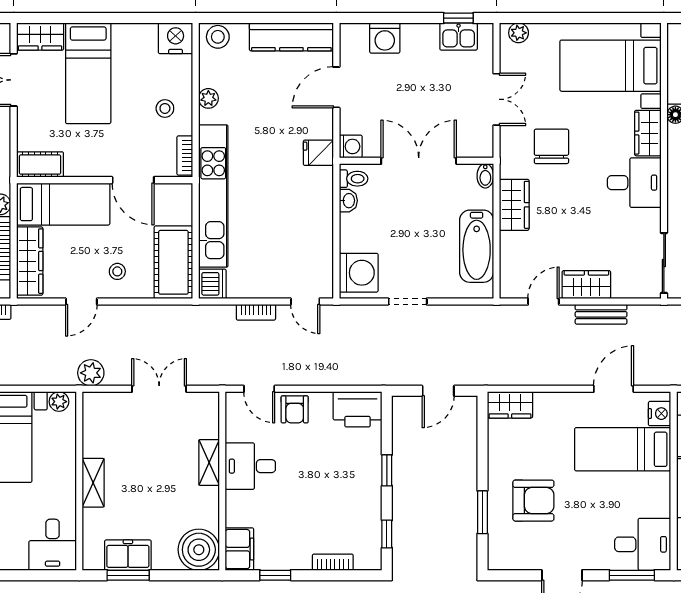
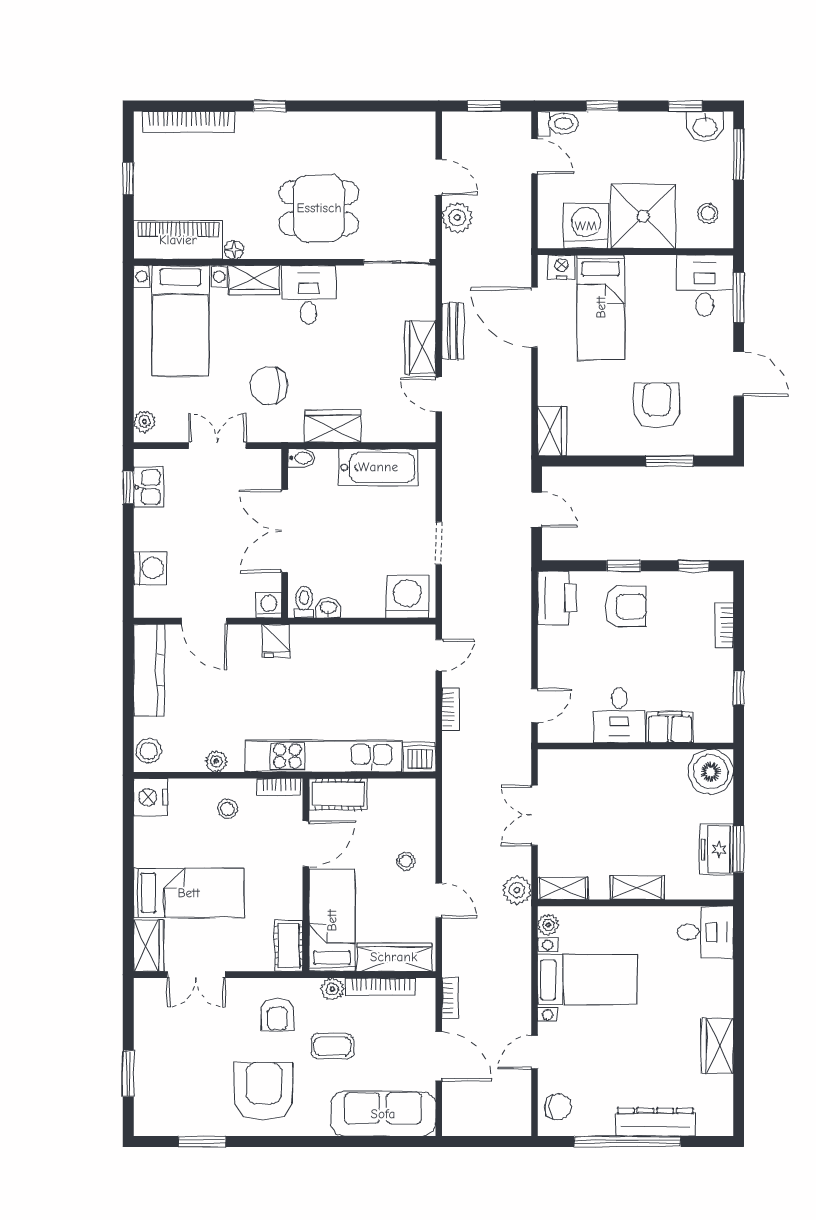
cot: (173, 262) -> (338, 794), moved, width x0.73, depth x0.75
door: (614, 389) -> (534, 317), width x1.36
armchair: (295, 409) -> (625, 606), moved, width x1.38, depth x1.38
shelving: (209, 462) -> (563, 888), moved
filing cabinet: (239, 549) -> (670, 727), moved

